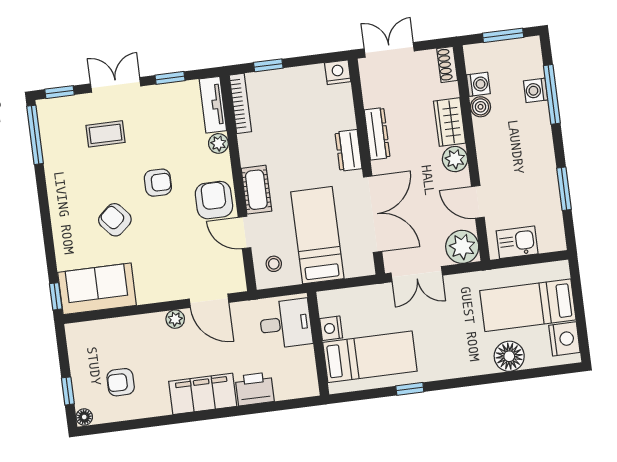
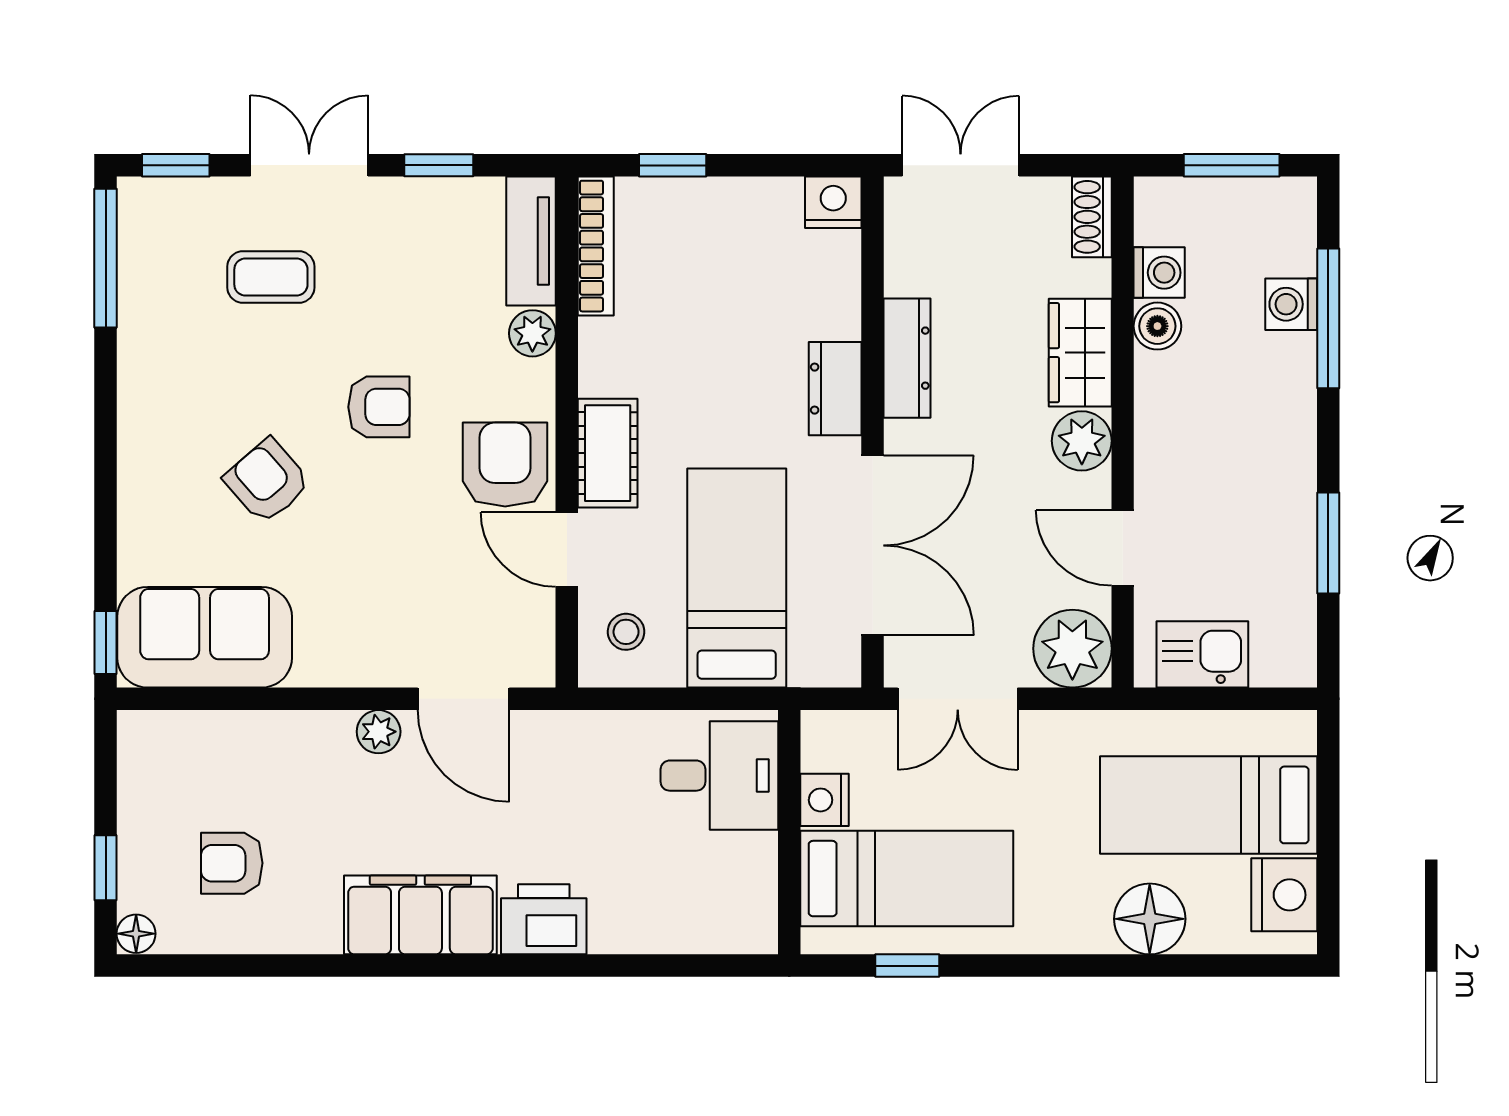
desk: (286, 324) -> (719, 776), moved
nightstand: (331, 328) -> (824, 800), moved
wall: (318, 344) -> (789, 832), moved
bed: (370, 357) -> (907, 879), moved

